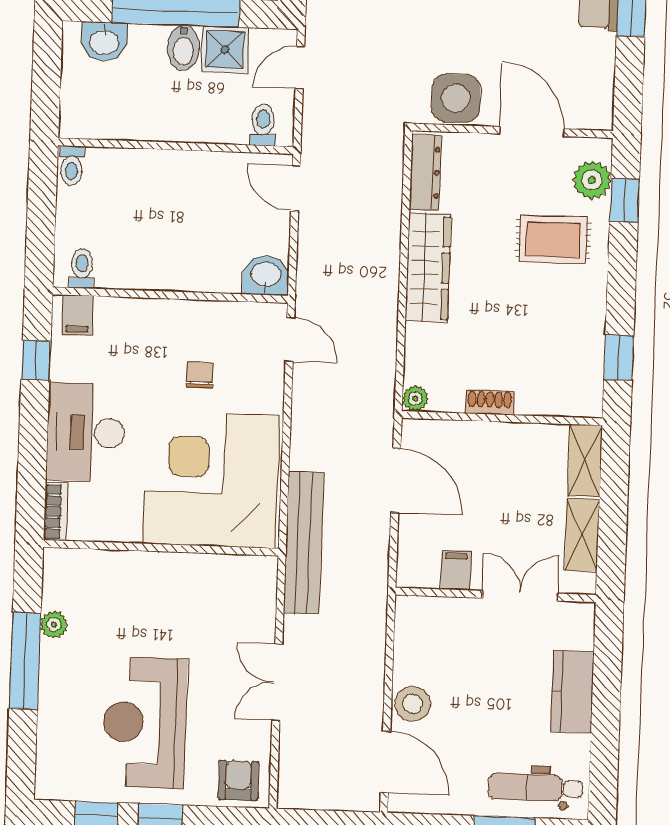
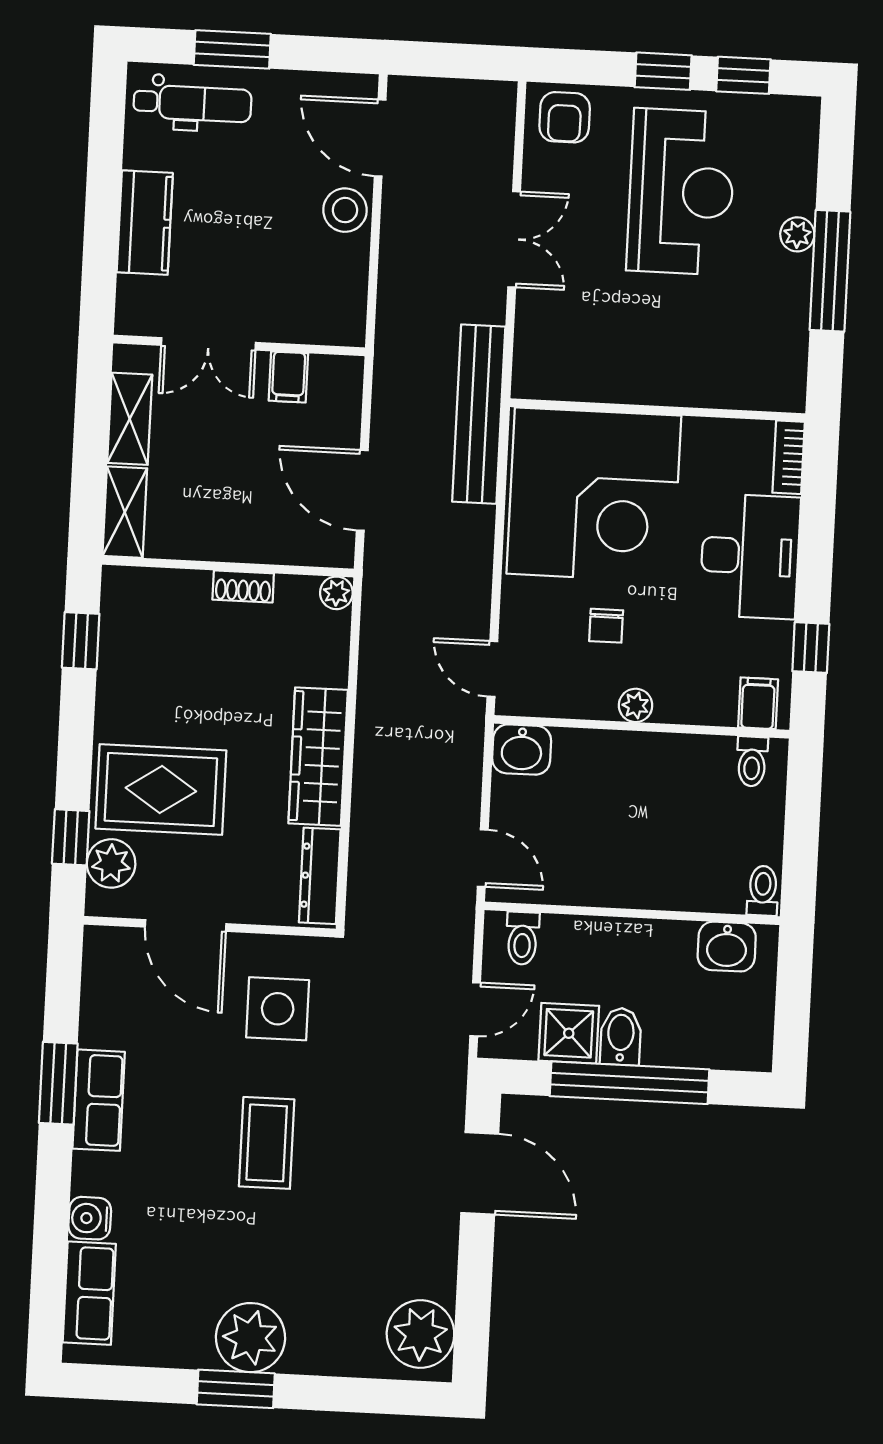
washbasin: (104, 41) -> (727, 947), moved, turned 180
side table: (456, 98) -> (278, 1009), moved
rug: (553, 240) -> (161, 790), width x1.36, depth x1.43
plant: (175, 312) -> (636, 705), added
plant: (54, 625) -> (797, 234), moved

